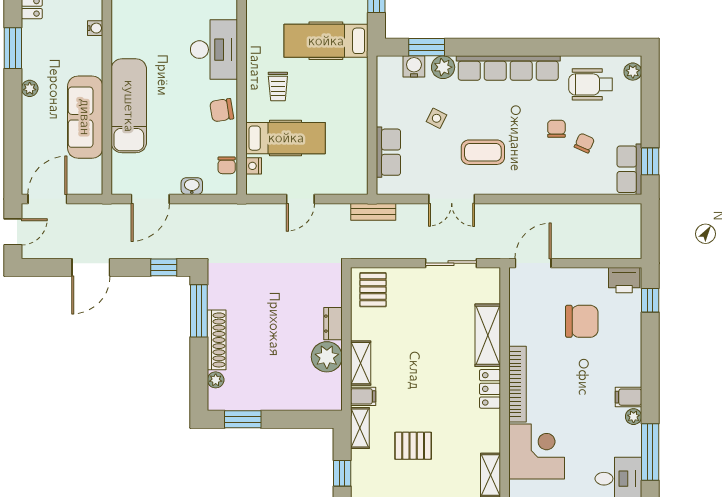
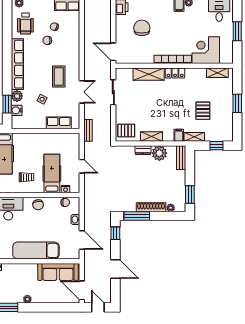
sofa: (85, 117) -> (58, 272), moved
shelving: (361, 363) -> (152, 137), moved
bench: (318, 401) -> (181, 158), added

